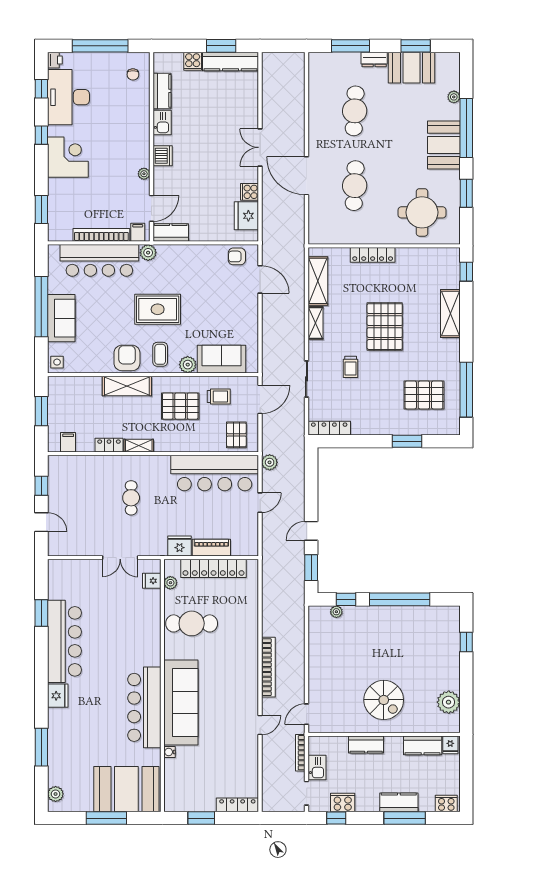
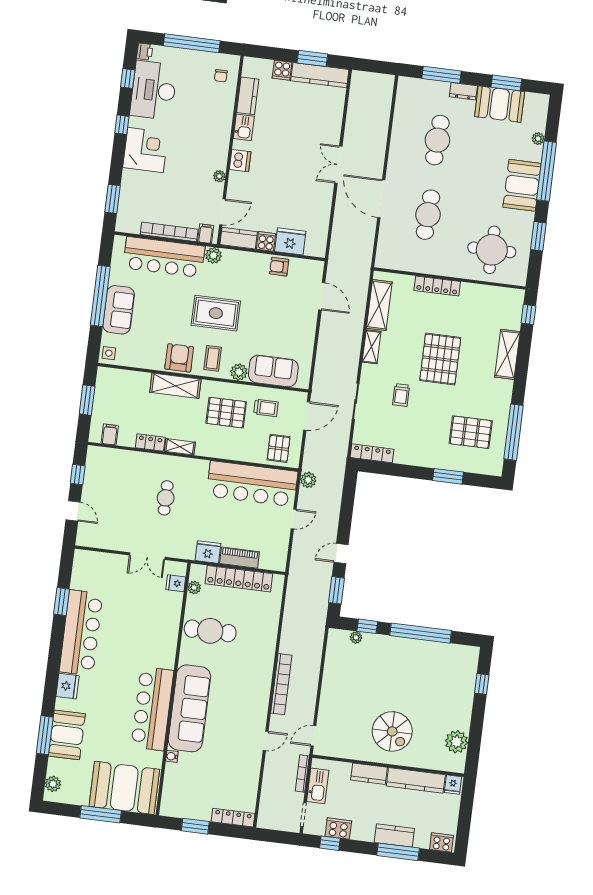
cooker: (249, 192) -> (266, 241), moved, turned 90
fridge: (246, 216) -> (290, 241), moved, turned 90
armchair: (237, 256) -> (279, 267), moved
booth: (63, 744) -> (67, 735), added
kitchen counter: (423, 745) -> (416, 780), width x1.50
kitchen sink: (317, 768) -> (318, 786), width x1.38

